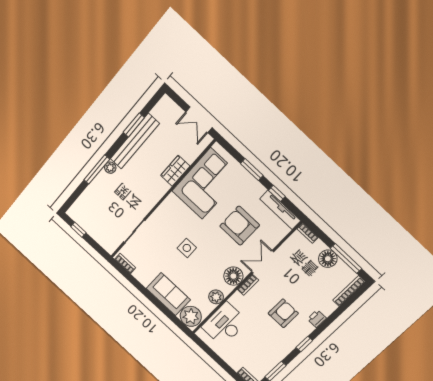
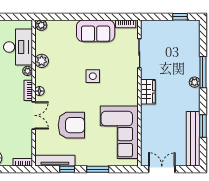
bench: (135, 141) -> (193, 139), moved
wardrobe: (175, 171) -> (148, 92), moved
floor lamp: (233, 276) -> (39, 91), width x0.53, depth x0.53
sofa: (168, 294) -> (96, 31), moved
plant: (234, 300) -> (28, 71), added
plant: (191, 316) -> (41, 25), width x0.53, depth x0.53

